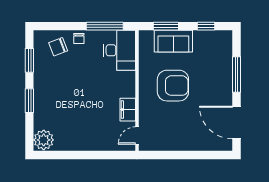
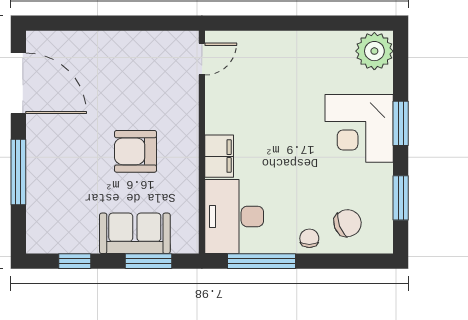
armchair: (173, 86) -> (136, 151), width x0.73, depth x0.73
corner desk: (52, 98) -> (359, 128), added
filing cabinet: (128, 110) -> (219, 156), moved

